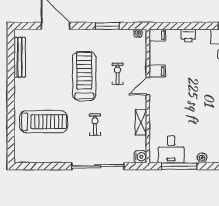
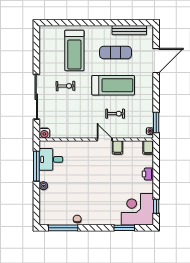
window: (107, 26) -> (156, 123), moved
exercise mat: (46, 73) -> (116, 53), added
shelving: (141, 122) -> (74, 134), removed
exercise bike: (95, 125) -> (65, 86), moved

